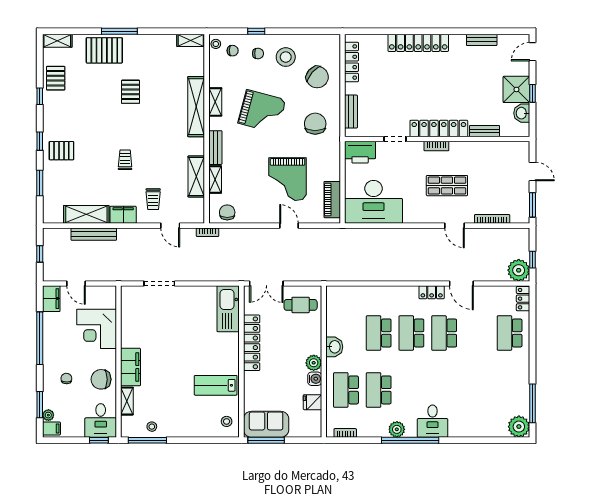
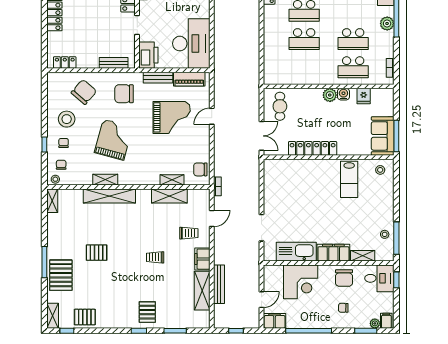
locker: (352, 62) -> (65, 62), width x0.66
window: (40, 96) -> (67, 331), moved
bench: (215, 148) -> (158, 78), moved
kitchen sink: (228, 309) -> (296, 252), moved, turned 180
washbasin: (334, 347) -> (316, 77), removed

